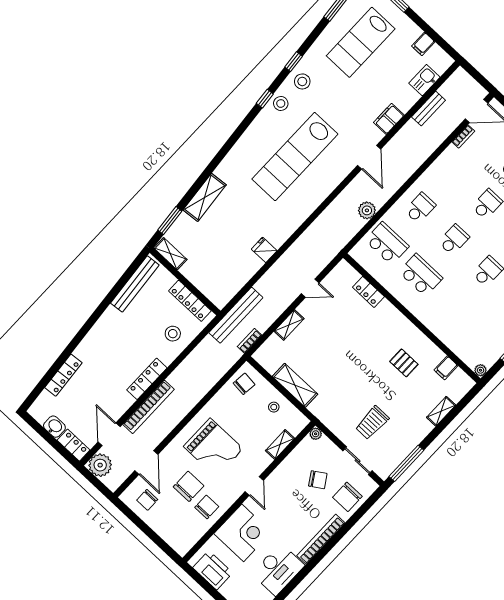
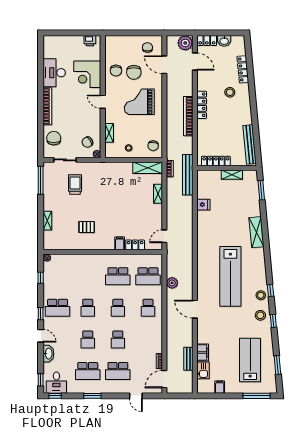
filing cabinet: (389, 119) -> (203, 352), moved
lab bench: (295, 157) -> (230, 276), turned 180
shelving: (205, 197) -> (256, 232), moved
fridge: (264, 250) -> (203, 205), moved
shelving: (170, 254) -> (232, 175), moved
door: (310, 288) -> (164, 236), moved
stool: (173, 334) -> (230, 92), moved
filing cabinet: (446, 368) -> (120, 243), moved
shelving: (295, 385) -> (148, 168), moved
bookcase: (148, 407) -> (188, 116), moved
chair: (318, 480) -> (87, 142), moved
printer: (213, 570) -> (90, 41), width x0.53, depth x0.68

